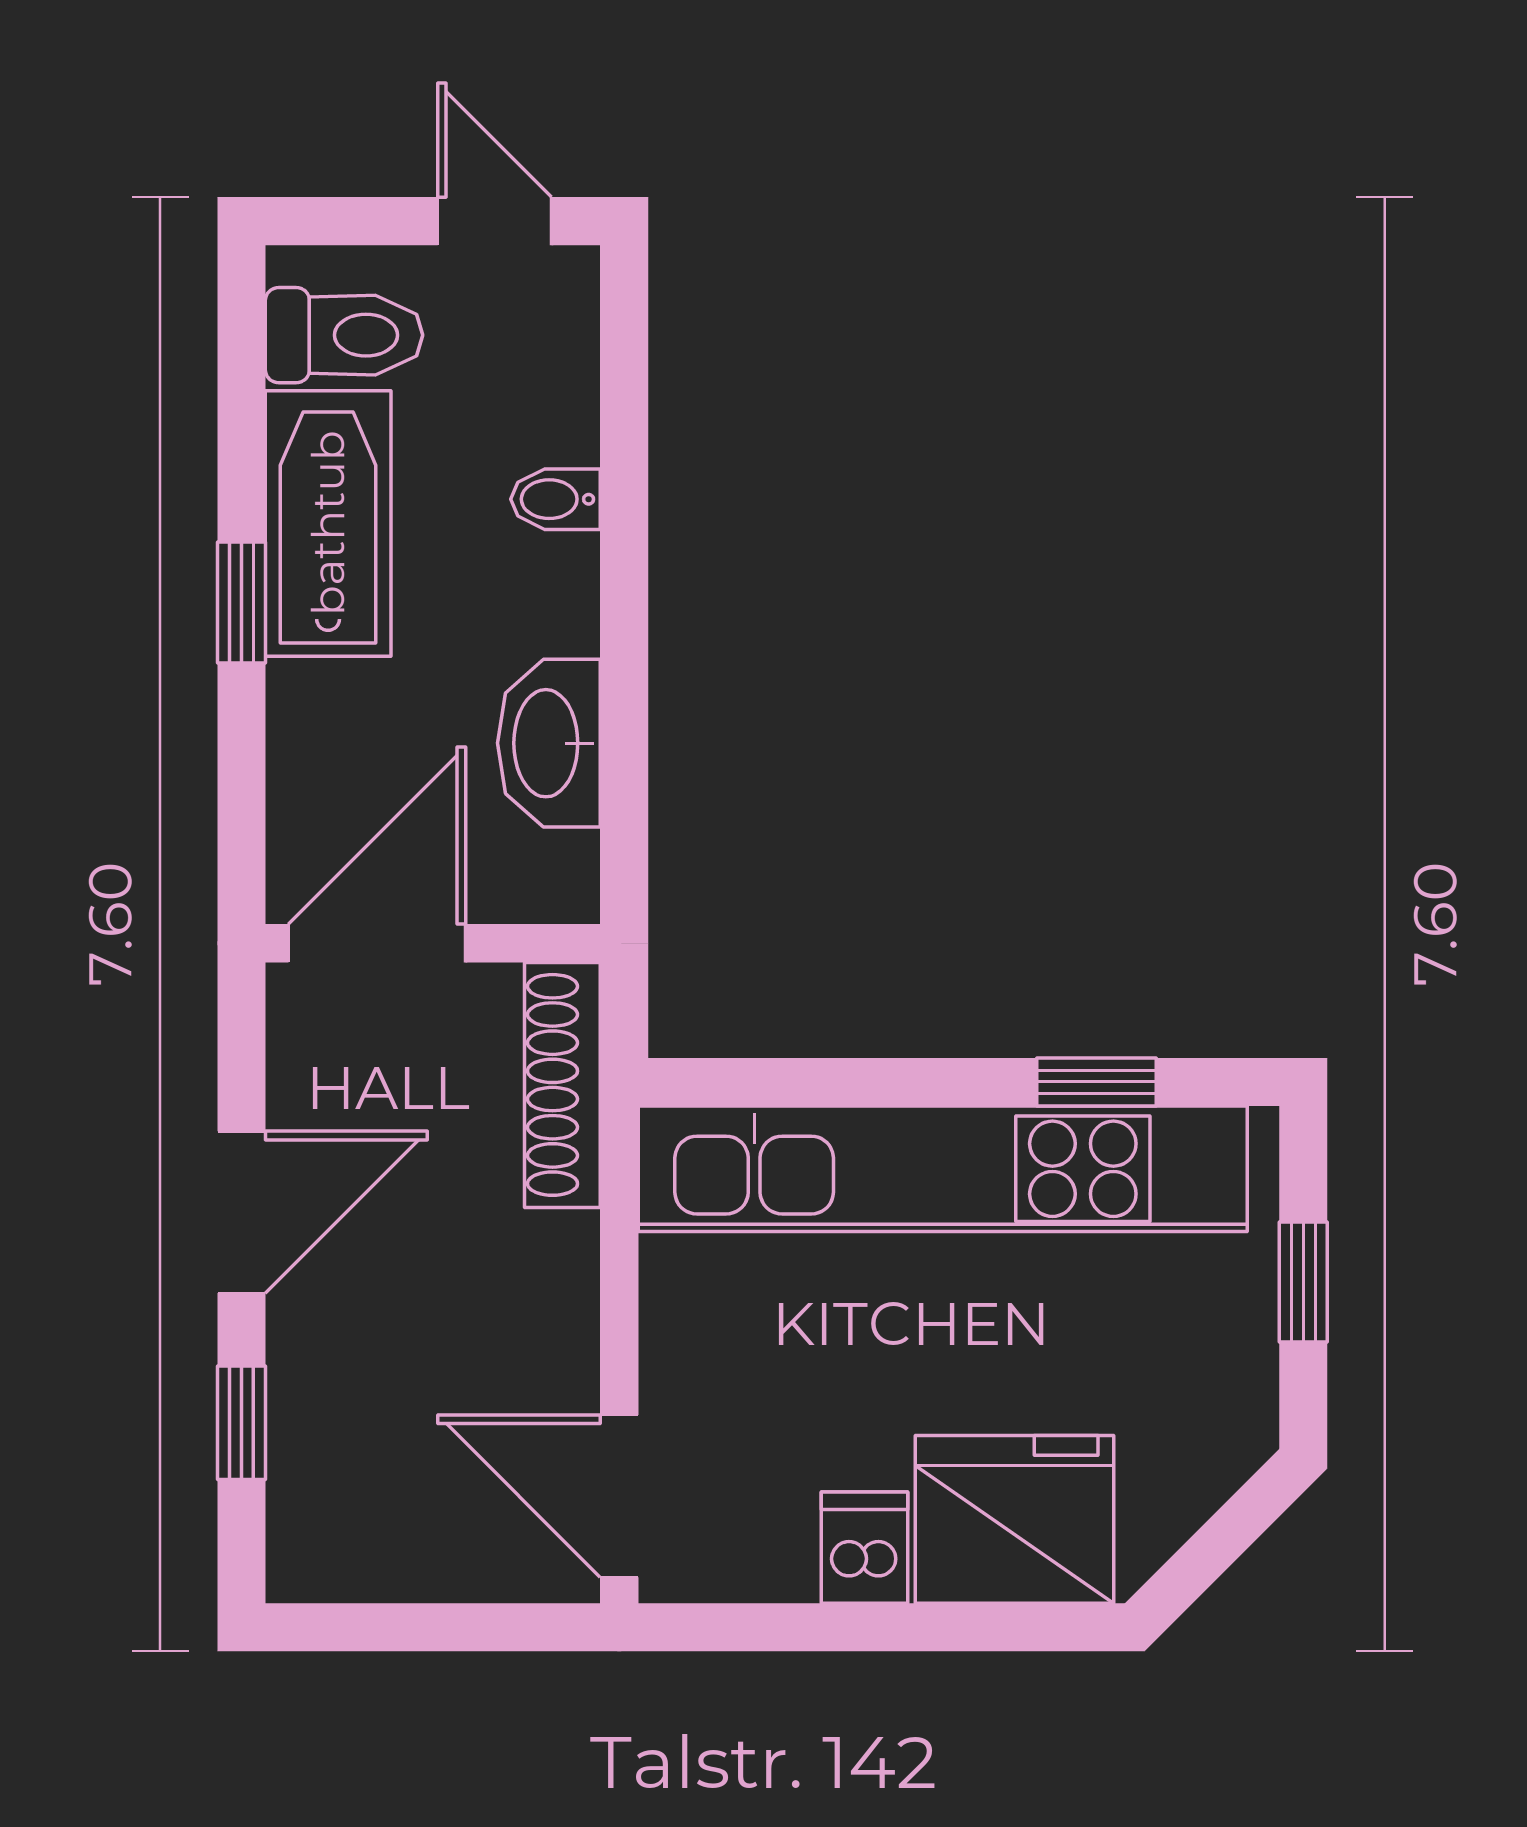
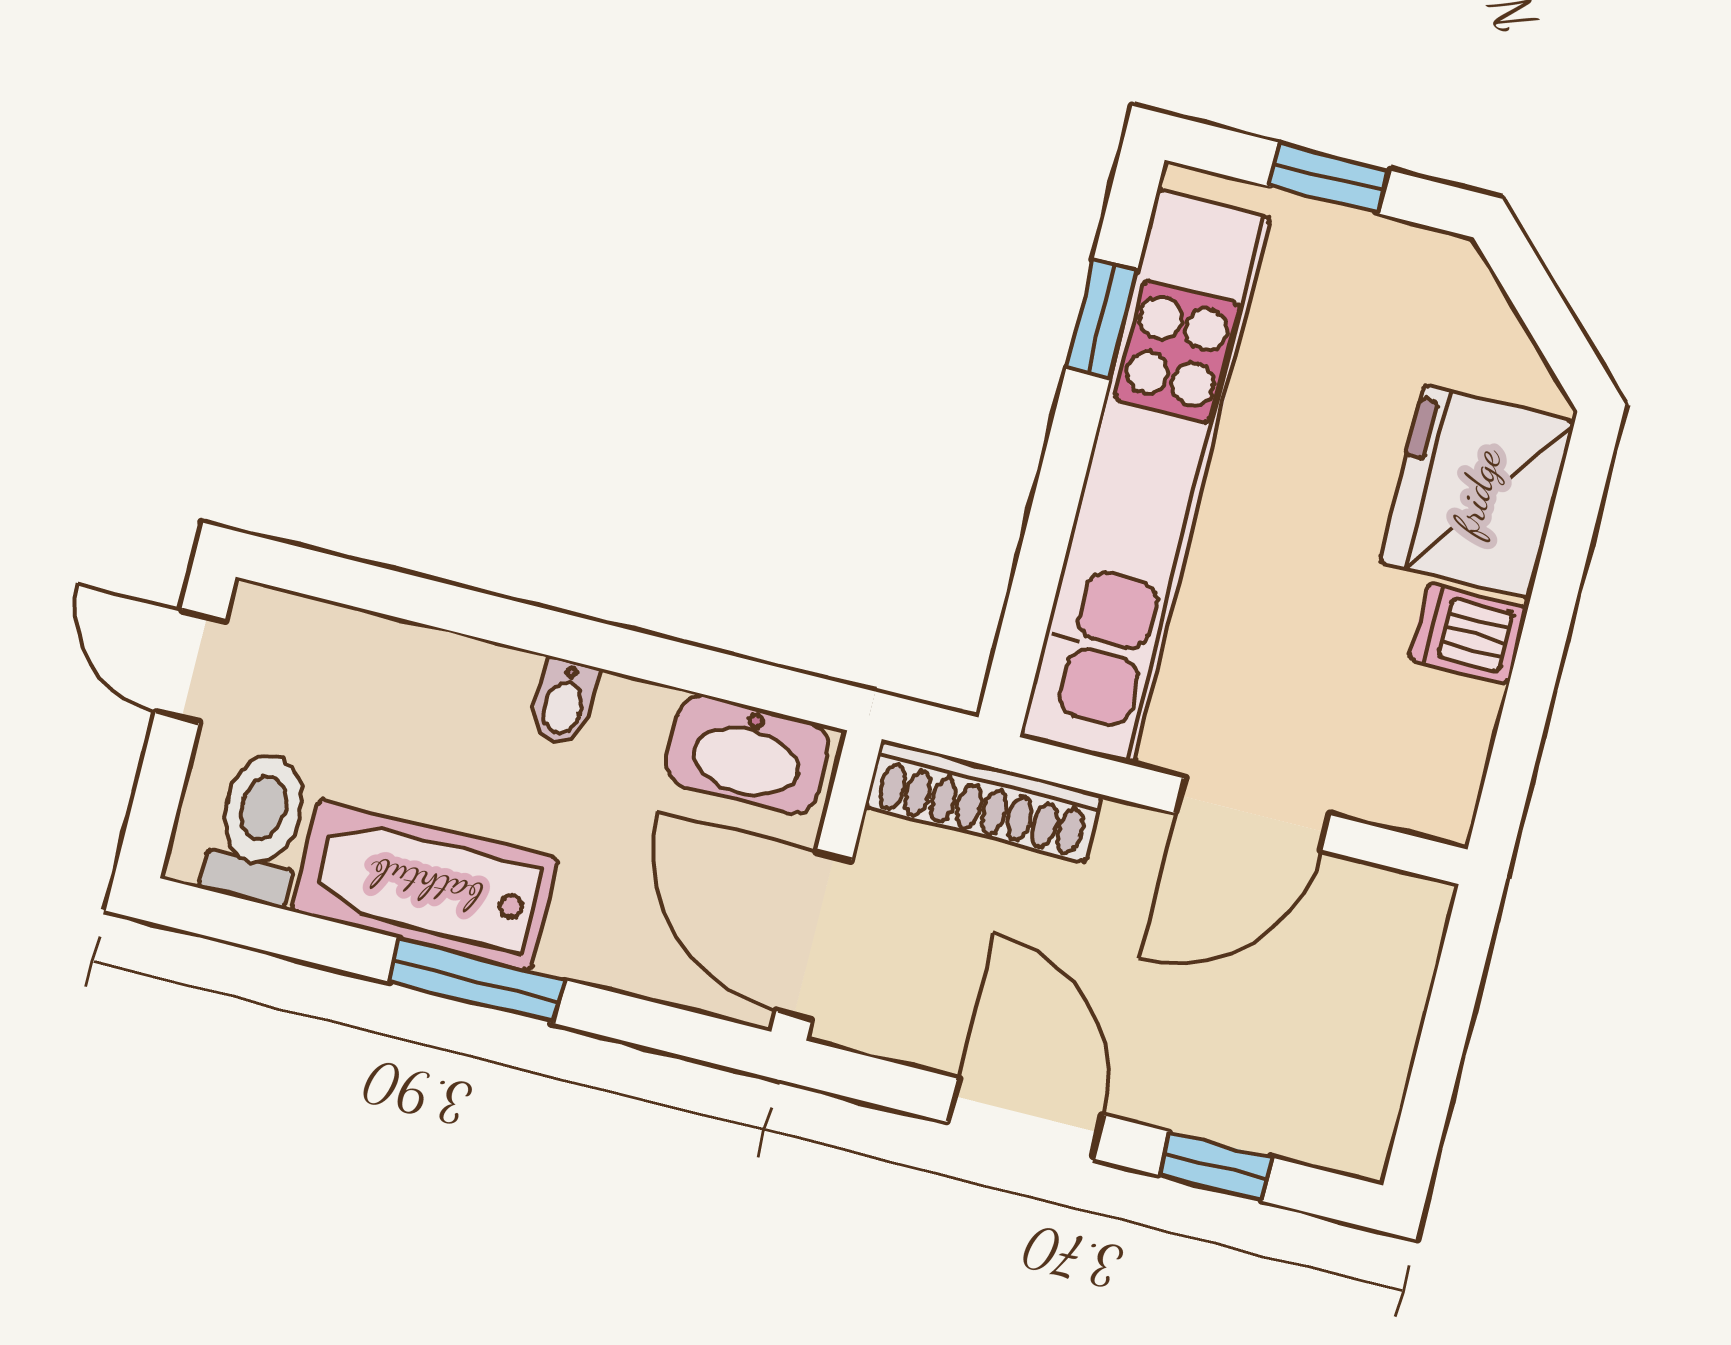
door: (495, 221) -> (190, 666), hinge flipped
bidet: (555, 499) -> (564, 702), moved
window: (242, 603) -> (476, 981), width x1.50
washbasin: (549, 743) -> (747, 754), moved
door: (619, 1496) -> (1253, 814), moved

